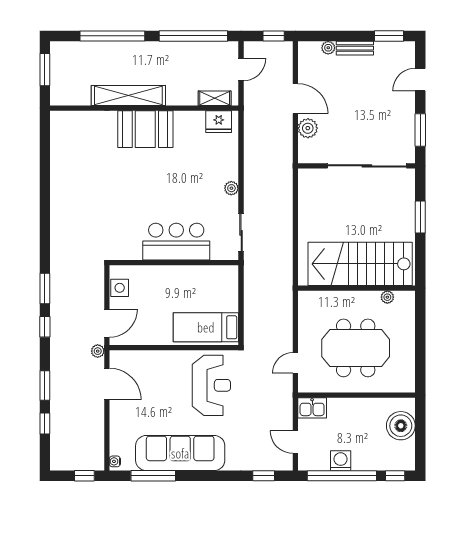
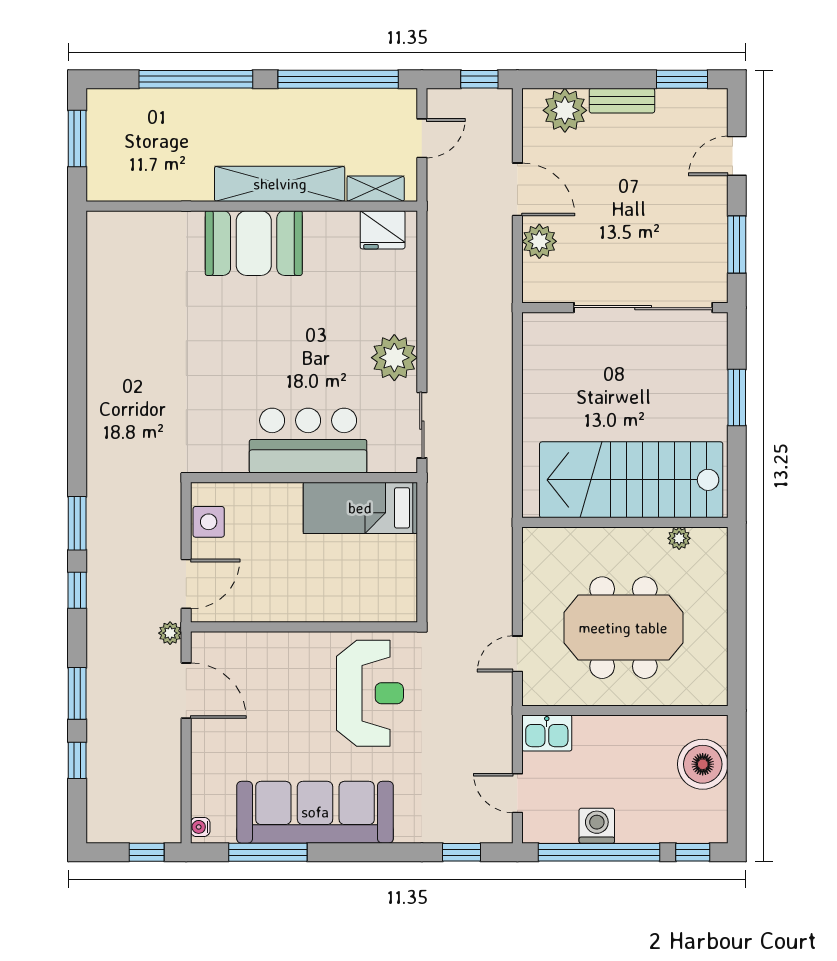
plant: (328, 48) -> (565, 110), width x1.88, depth x1.88
shelving: (128, 95) -> (280, 184), moved
plant: (231, 188) -> (394, 358), width x1.87, depth x1.87
bed: (206, 327) -> (360, 508), moved

